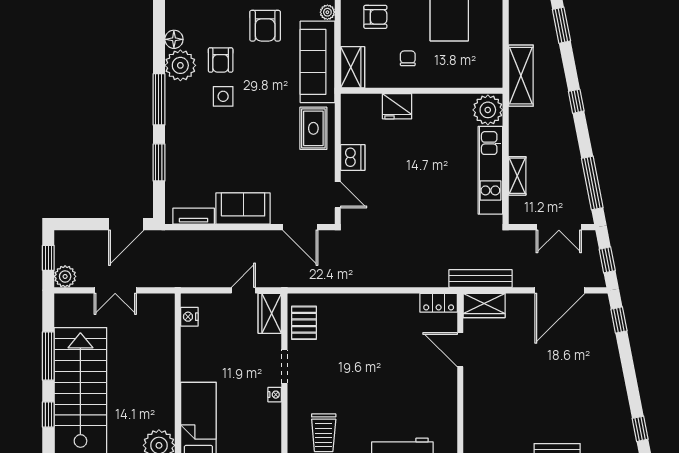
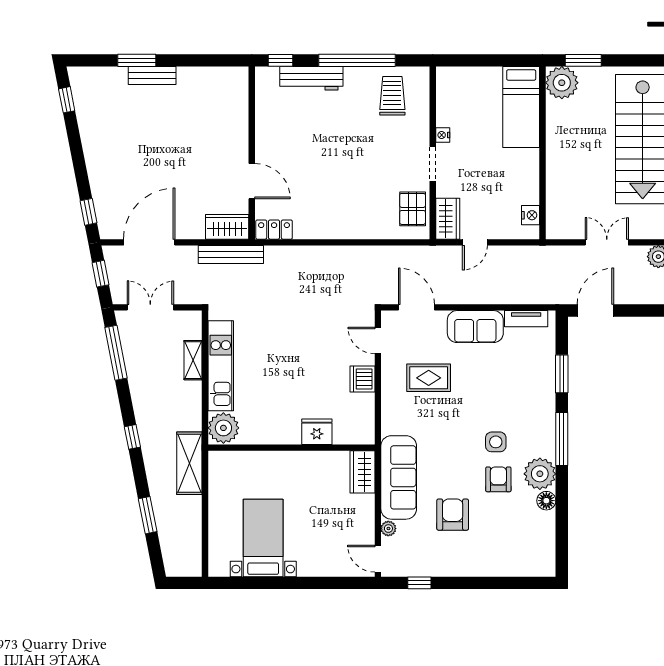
armchair: (375, 17) -> (339, 524), removed
chair: (408, 58) -> (306, 481), removed
rug: (313, 128) -> (429, 378), moved, turned 90

